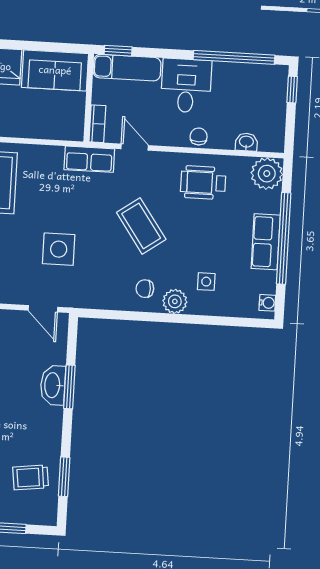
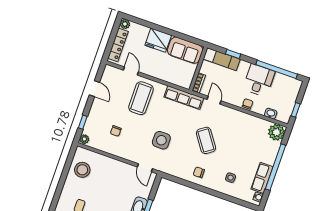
window: (118, 51) -> (233, 54), moved
desk: (186, 86) -> (259, 80), moved
window: (292, 90) -> (296, 110), moved
row of seats: (89, 159) -> (184, 98), width x1.48
wheelchair: (203, 183) -> (243, 128), removed
row of seats: (266, 242) -> (262, 178), moved
plant: (175, 301) -> (212, 183), removed

